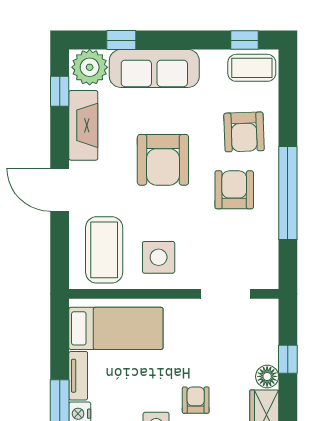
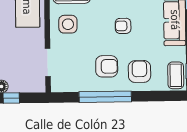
armchair: (244, 132) -> (139, 71), turned 92
armchair: (163, 160) -> (123, 26), width x0.53, depth x0.53

